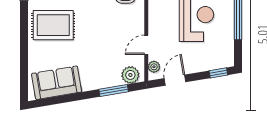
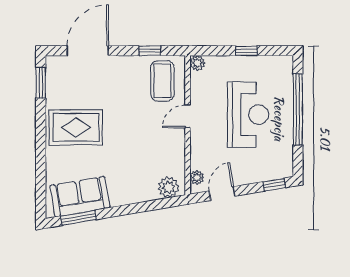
door: (146, 45) -> (188, 116), moved
window: (114, 91) -> (78, 218), moved

